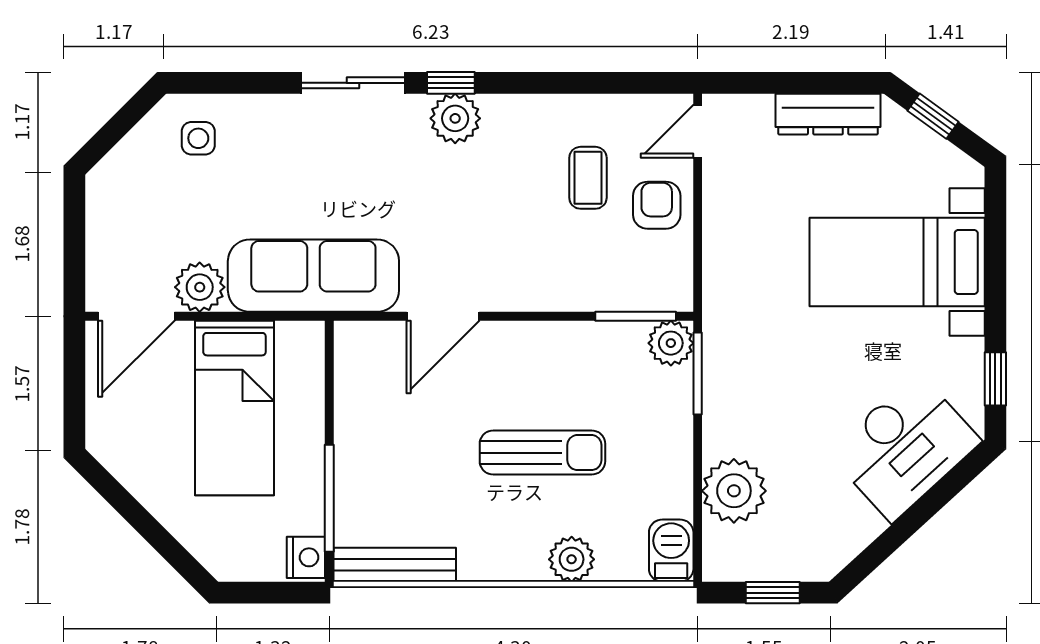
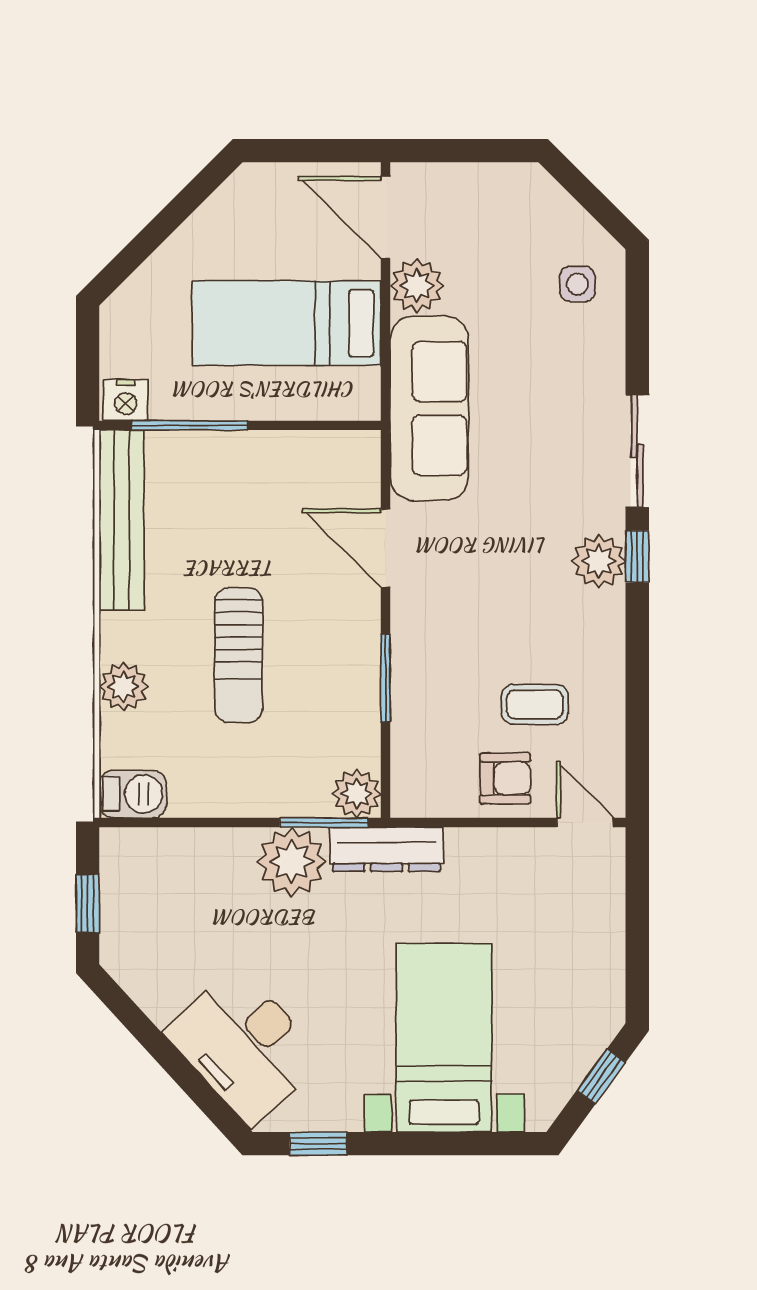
dresser: (828, 114) -> (387, 849), moved, turned -90
window: (636, 316) -> (385, 678), moved
plant: (734, 491) -> (292, 862), moved
bench: (395, 565) -> (122, 520), width x1.37, depth x1.21

